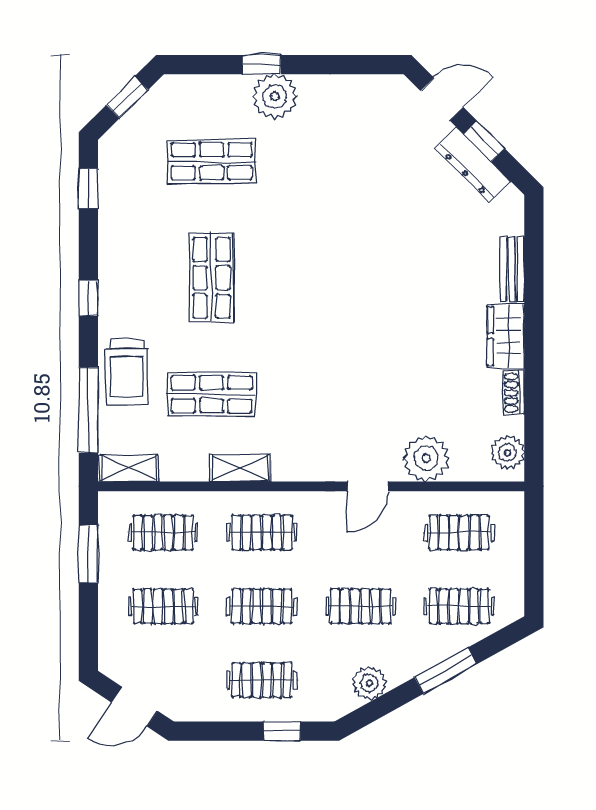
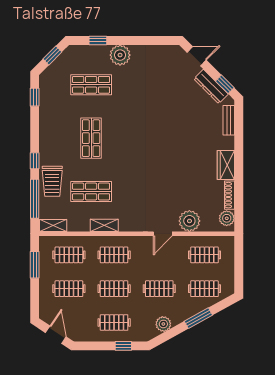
window: (262, 65) -> (98, 40), moved
window: (484, 141) -> (225, 84), moved
bench: (512, 269) -> (229, 120), moved
window: (88, 298) -> (35, 161), moved
shoe rack: (514, 393) -> (230, 195), width x1.43
door: (135, 707) -> (56, 335), swing flipped

